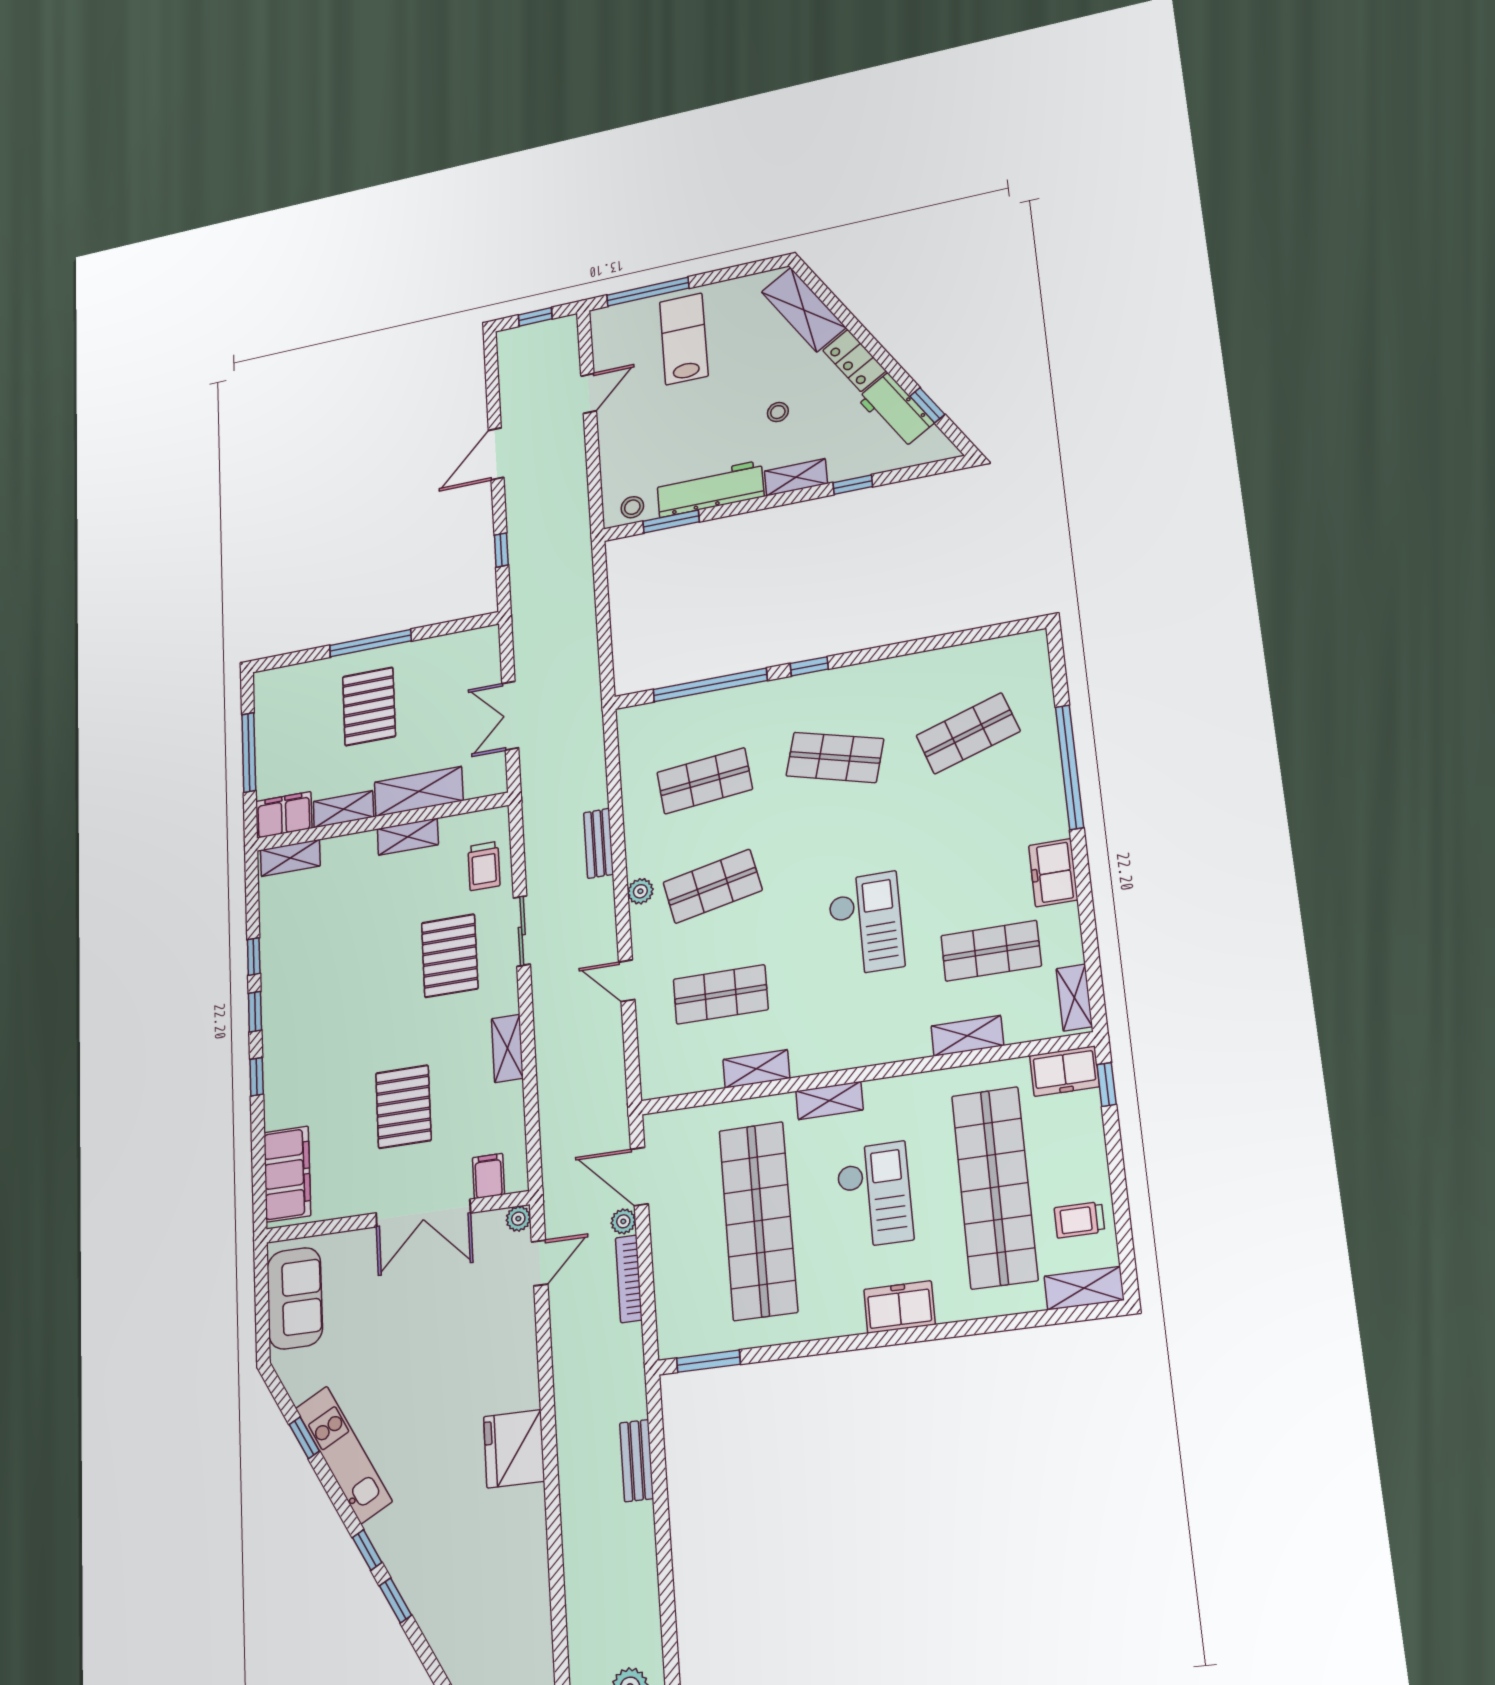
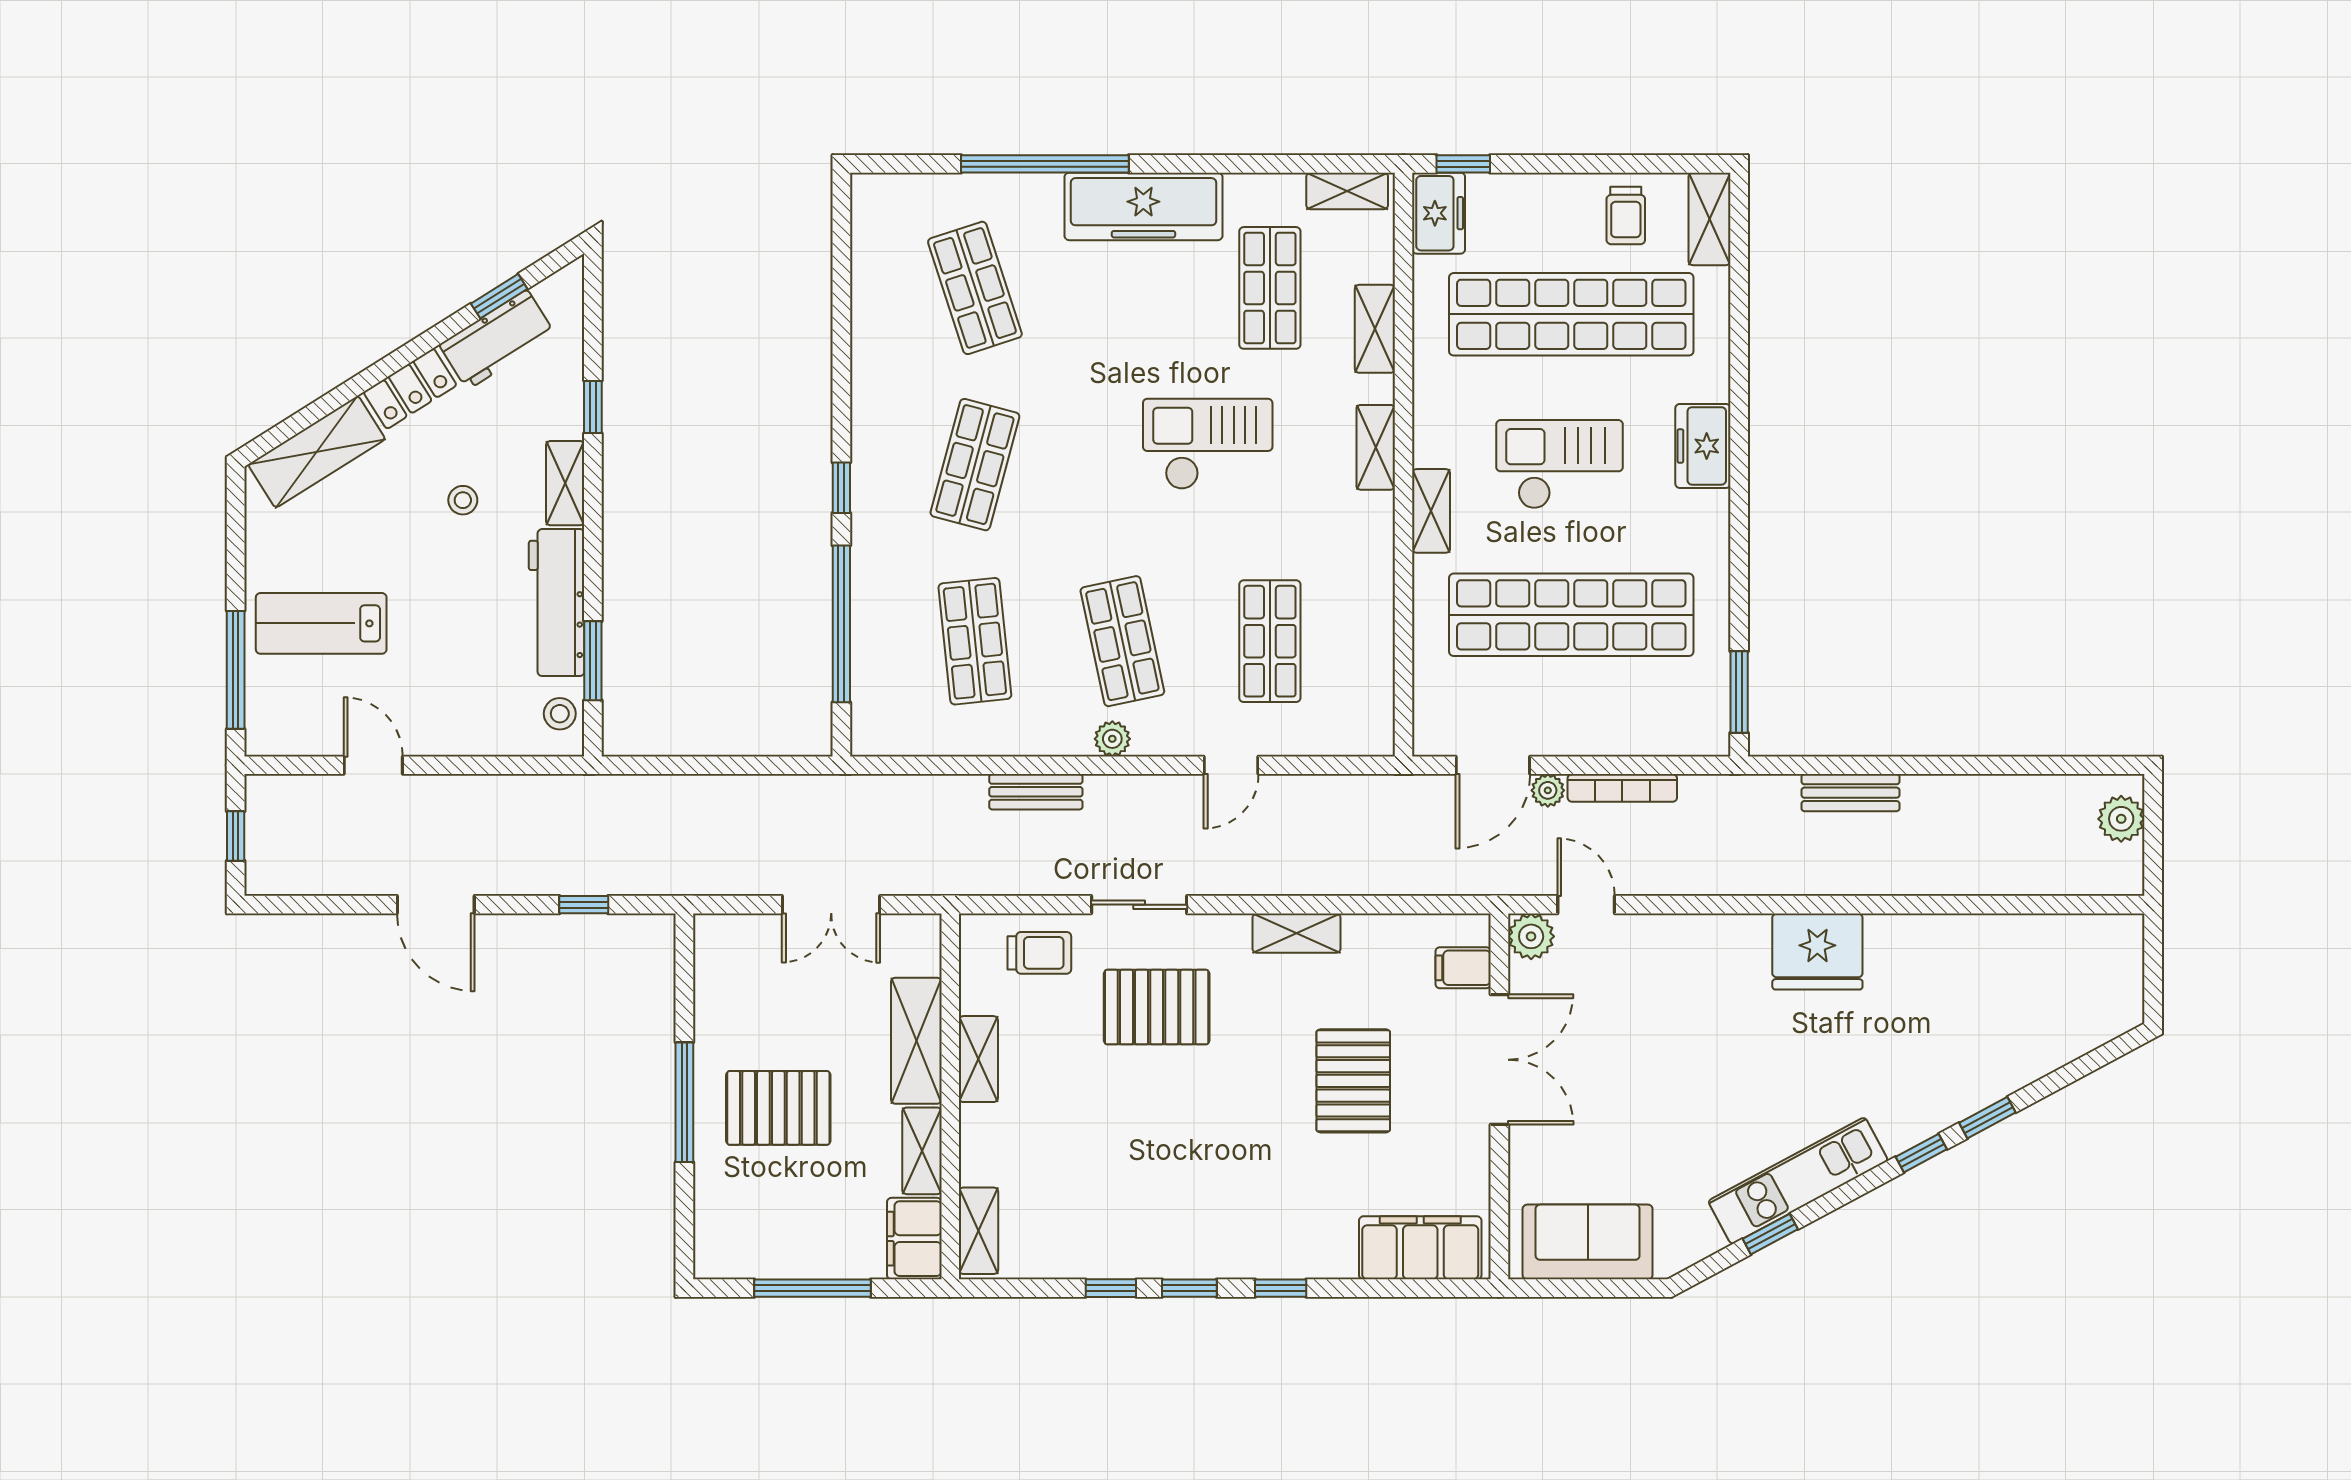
freezer: (1053, 873) -> (1143, 206), width x1.91, depth x1.26
shelving: (756, 1069) -> (1376, 447), moved
pallet: (403, 1107) -> (1353, 1081), turned 90
plant: (518, 1219) -> (1531, 936), width x1.38, depth x1.38

